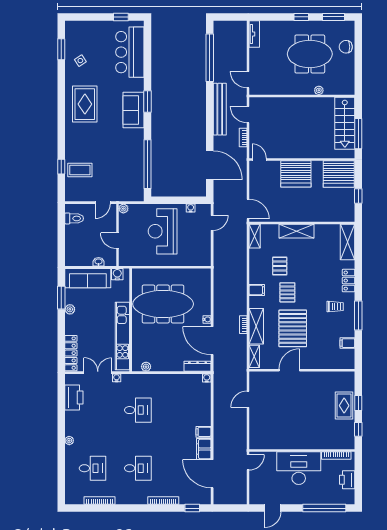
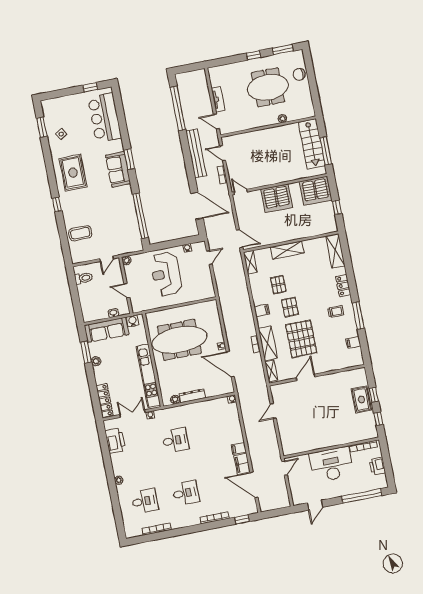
tv unit: (254, 34) -> (218, 99), moved
window: (61, 167) -> (57, 205), moved
dresser: (198, 366) -> (192, 396), moved

